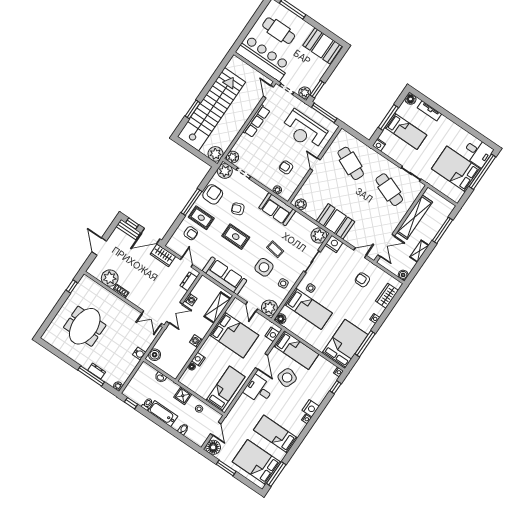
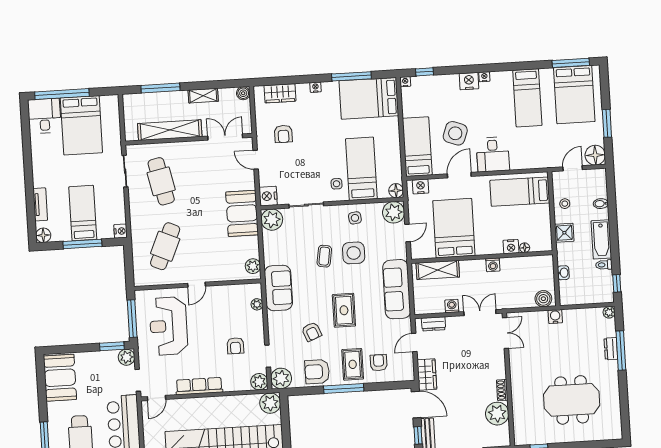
reception desk: (304, 130) -> (168, 326), turned 180
armchair: (286, 167) -> (235, 346), moved
cafe table: (389, 190) -> (161, 181), turned -33

